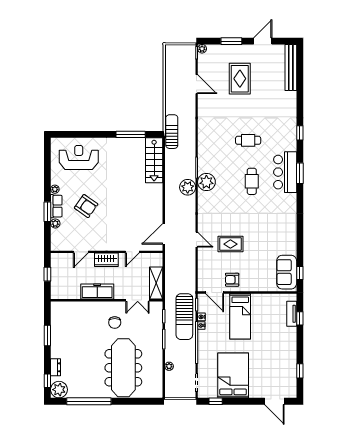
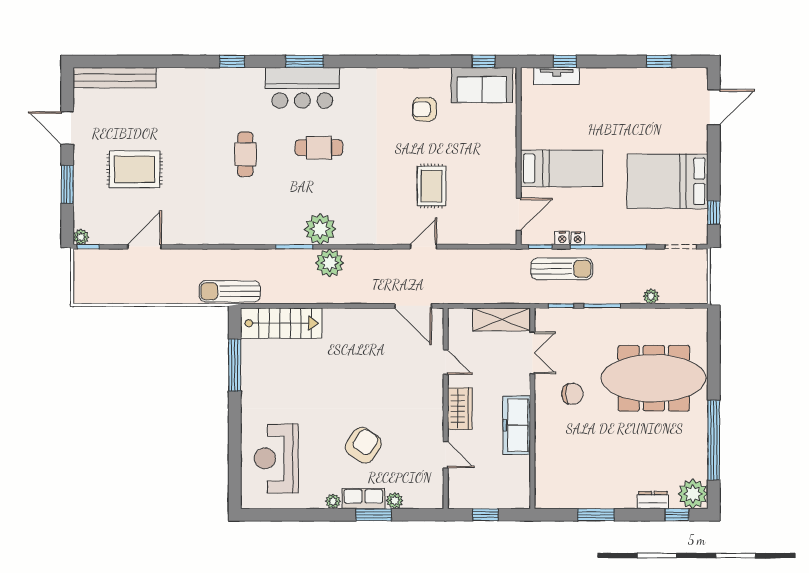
armchair: (232, 280) -> (424, 109), moved, turned 90
sun lounger: (184, 317) -> (562, 269), width x0.73, depth x0.75

